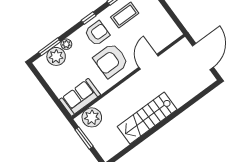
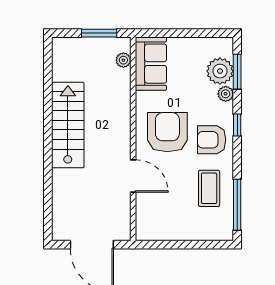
window: (89, 18) -> (237, 125), moved
armchair: (97, 33) -> (212, 140), turned 90
plant: (92, 117) -> (123, 60), width x0.53, depth x0.53

